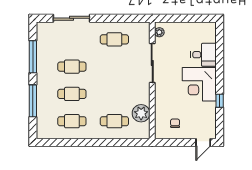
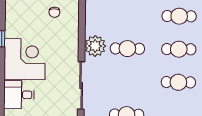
plant: (141, 113) -> (95, 46), moved
cafe table: (114, 121) -> (127, 49), moved

